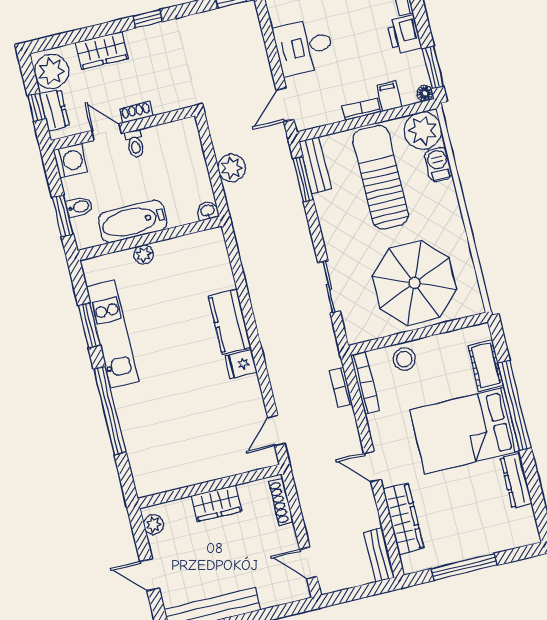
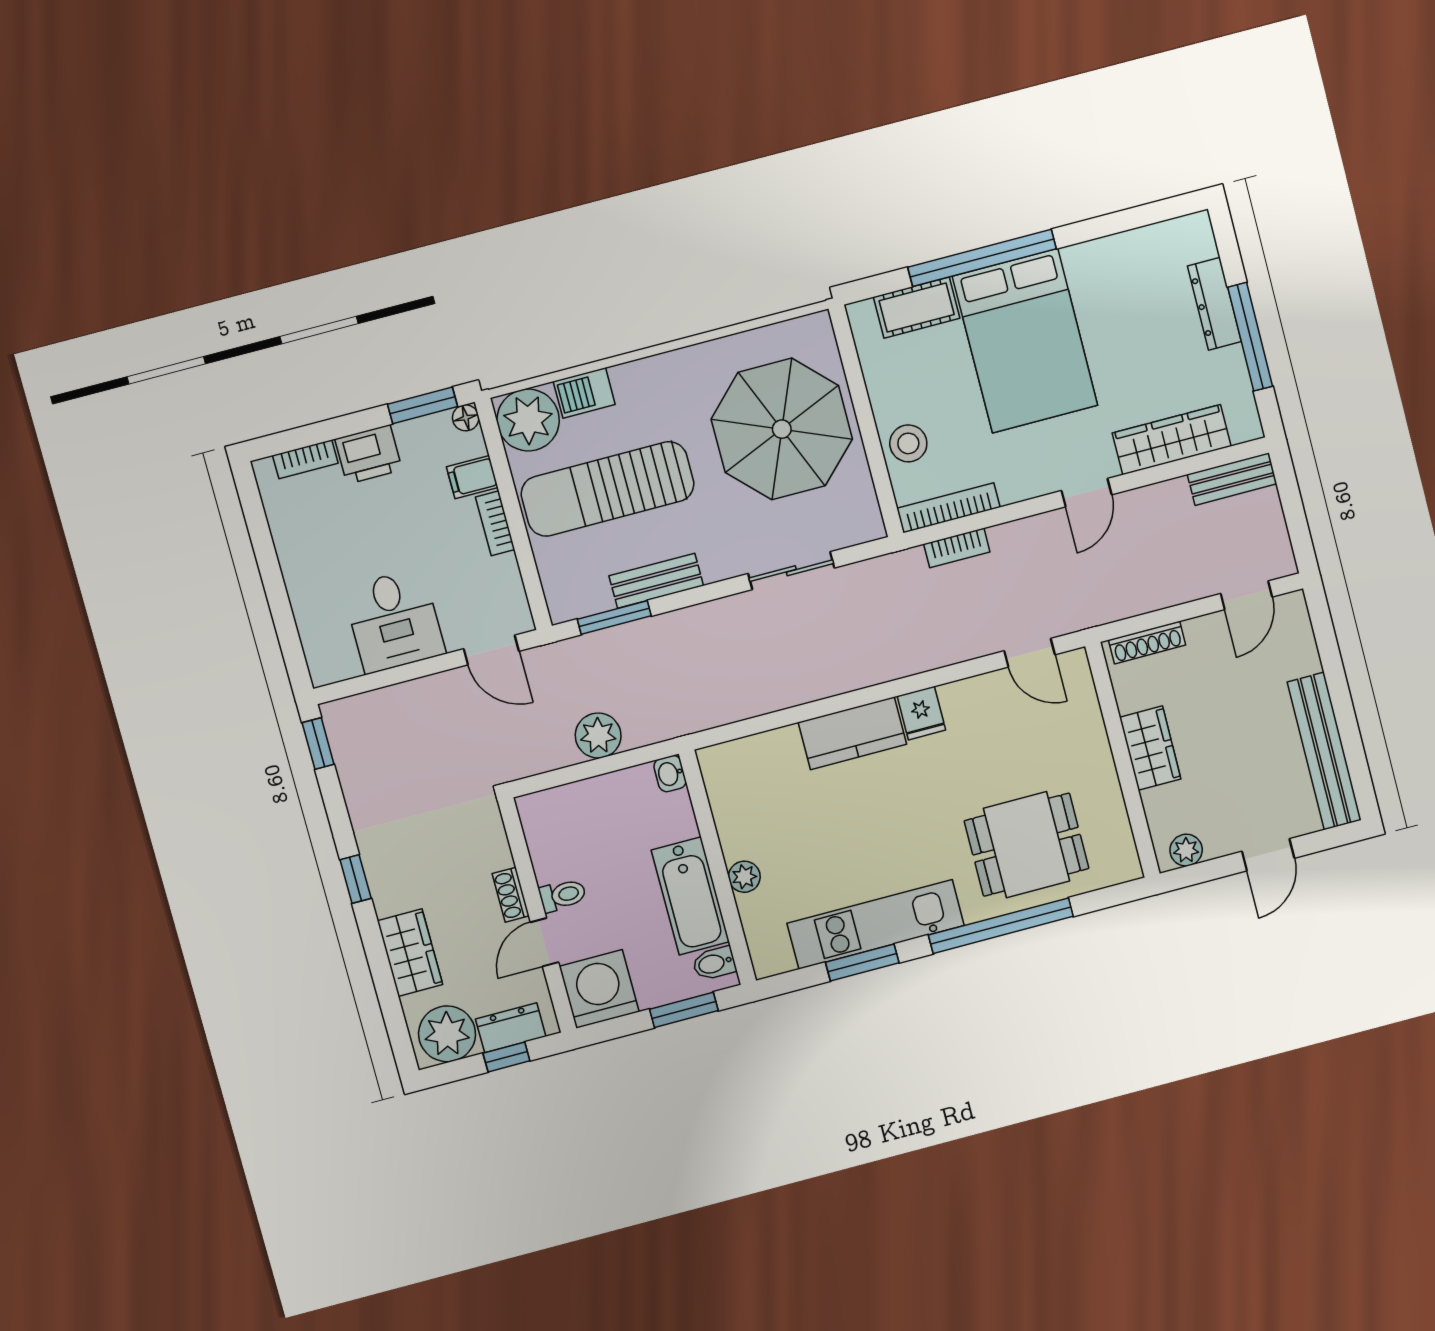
washing machine: (70, 161) -> (599, 989), width x1.37, depth x1.37
bench: (315, 165) -> (656, 581), moved
bidet: (79, 207) -> (714, 963), moved, turned -90
dining table: (159, 427) -> (1027, 845), added
dresser: (516, 481) -> (1214, 304), moved, turned 90

